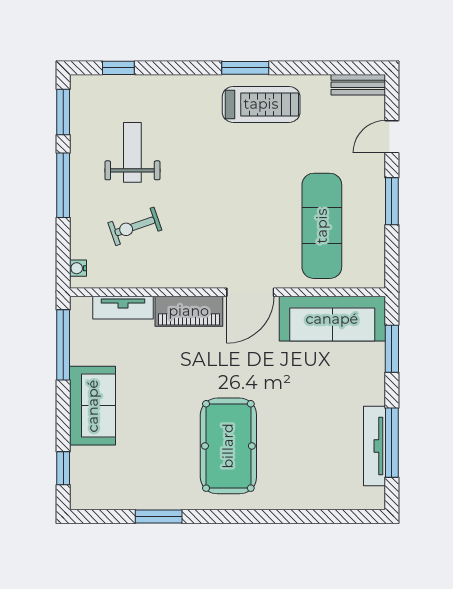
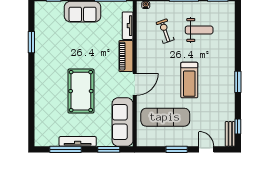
window: (118, 68) -> (238, 127), moved
treadmill: (261, 104) -> (189, 80), moved
door: (250, 292) -> (135, 84), swing flipped
pool table: (228, 446) -> (81, 91), moved, turned 90
tv unit: (374, 446) -> (78, 141), moved

